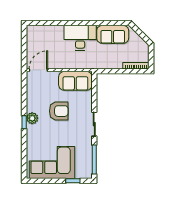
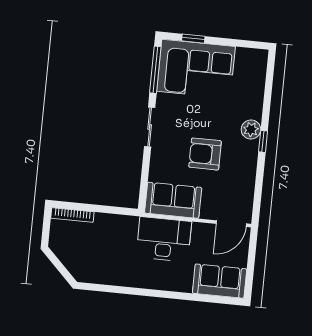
sofa: (113, 34) -> (220, 281), moved
desk: (80, 38) -> (164, 239), moved, turned 180
plant: (32, 118) -> (251, 130), moved
corner sofa: (52, 162) -> (196, 69), moved

